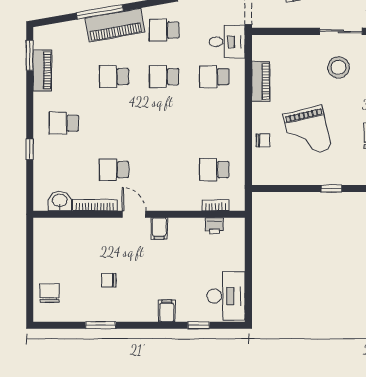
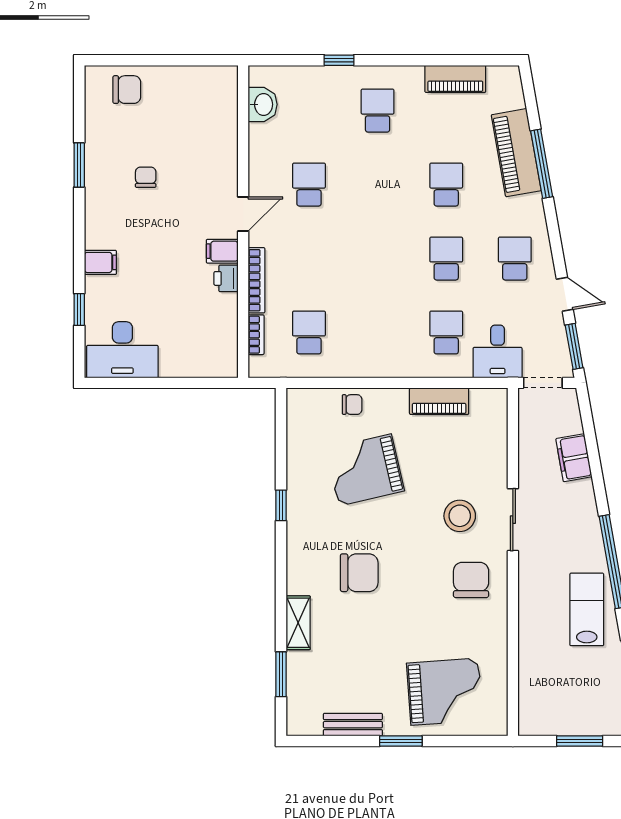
piano: (115, 25) -> (516, 153), moved
window: (30, 55) -> (477, 60), removed
chair: (263, 140) -> (352, 405), turned -90
bookcase: (95, 205) -> (257, 280), moved
printer: (214, 226) -> (226, 278), moved

